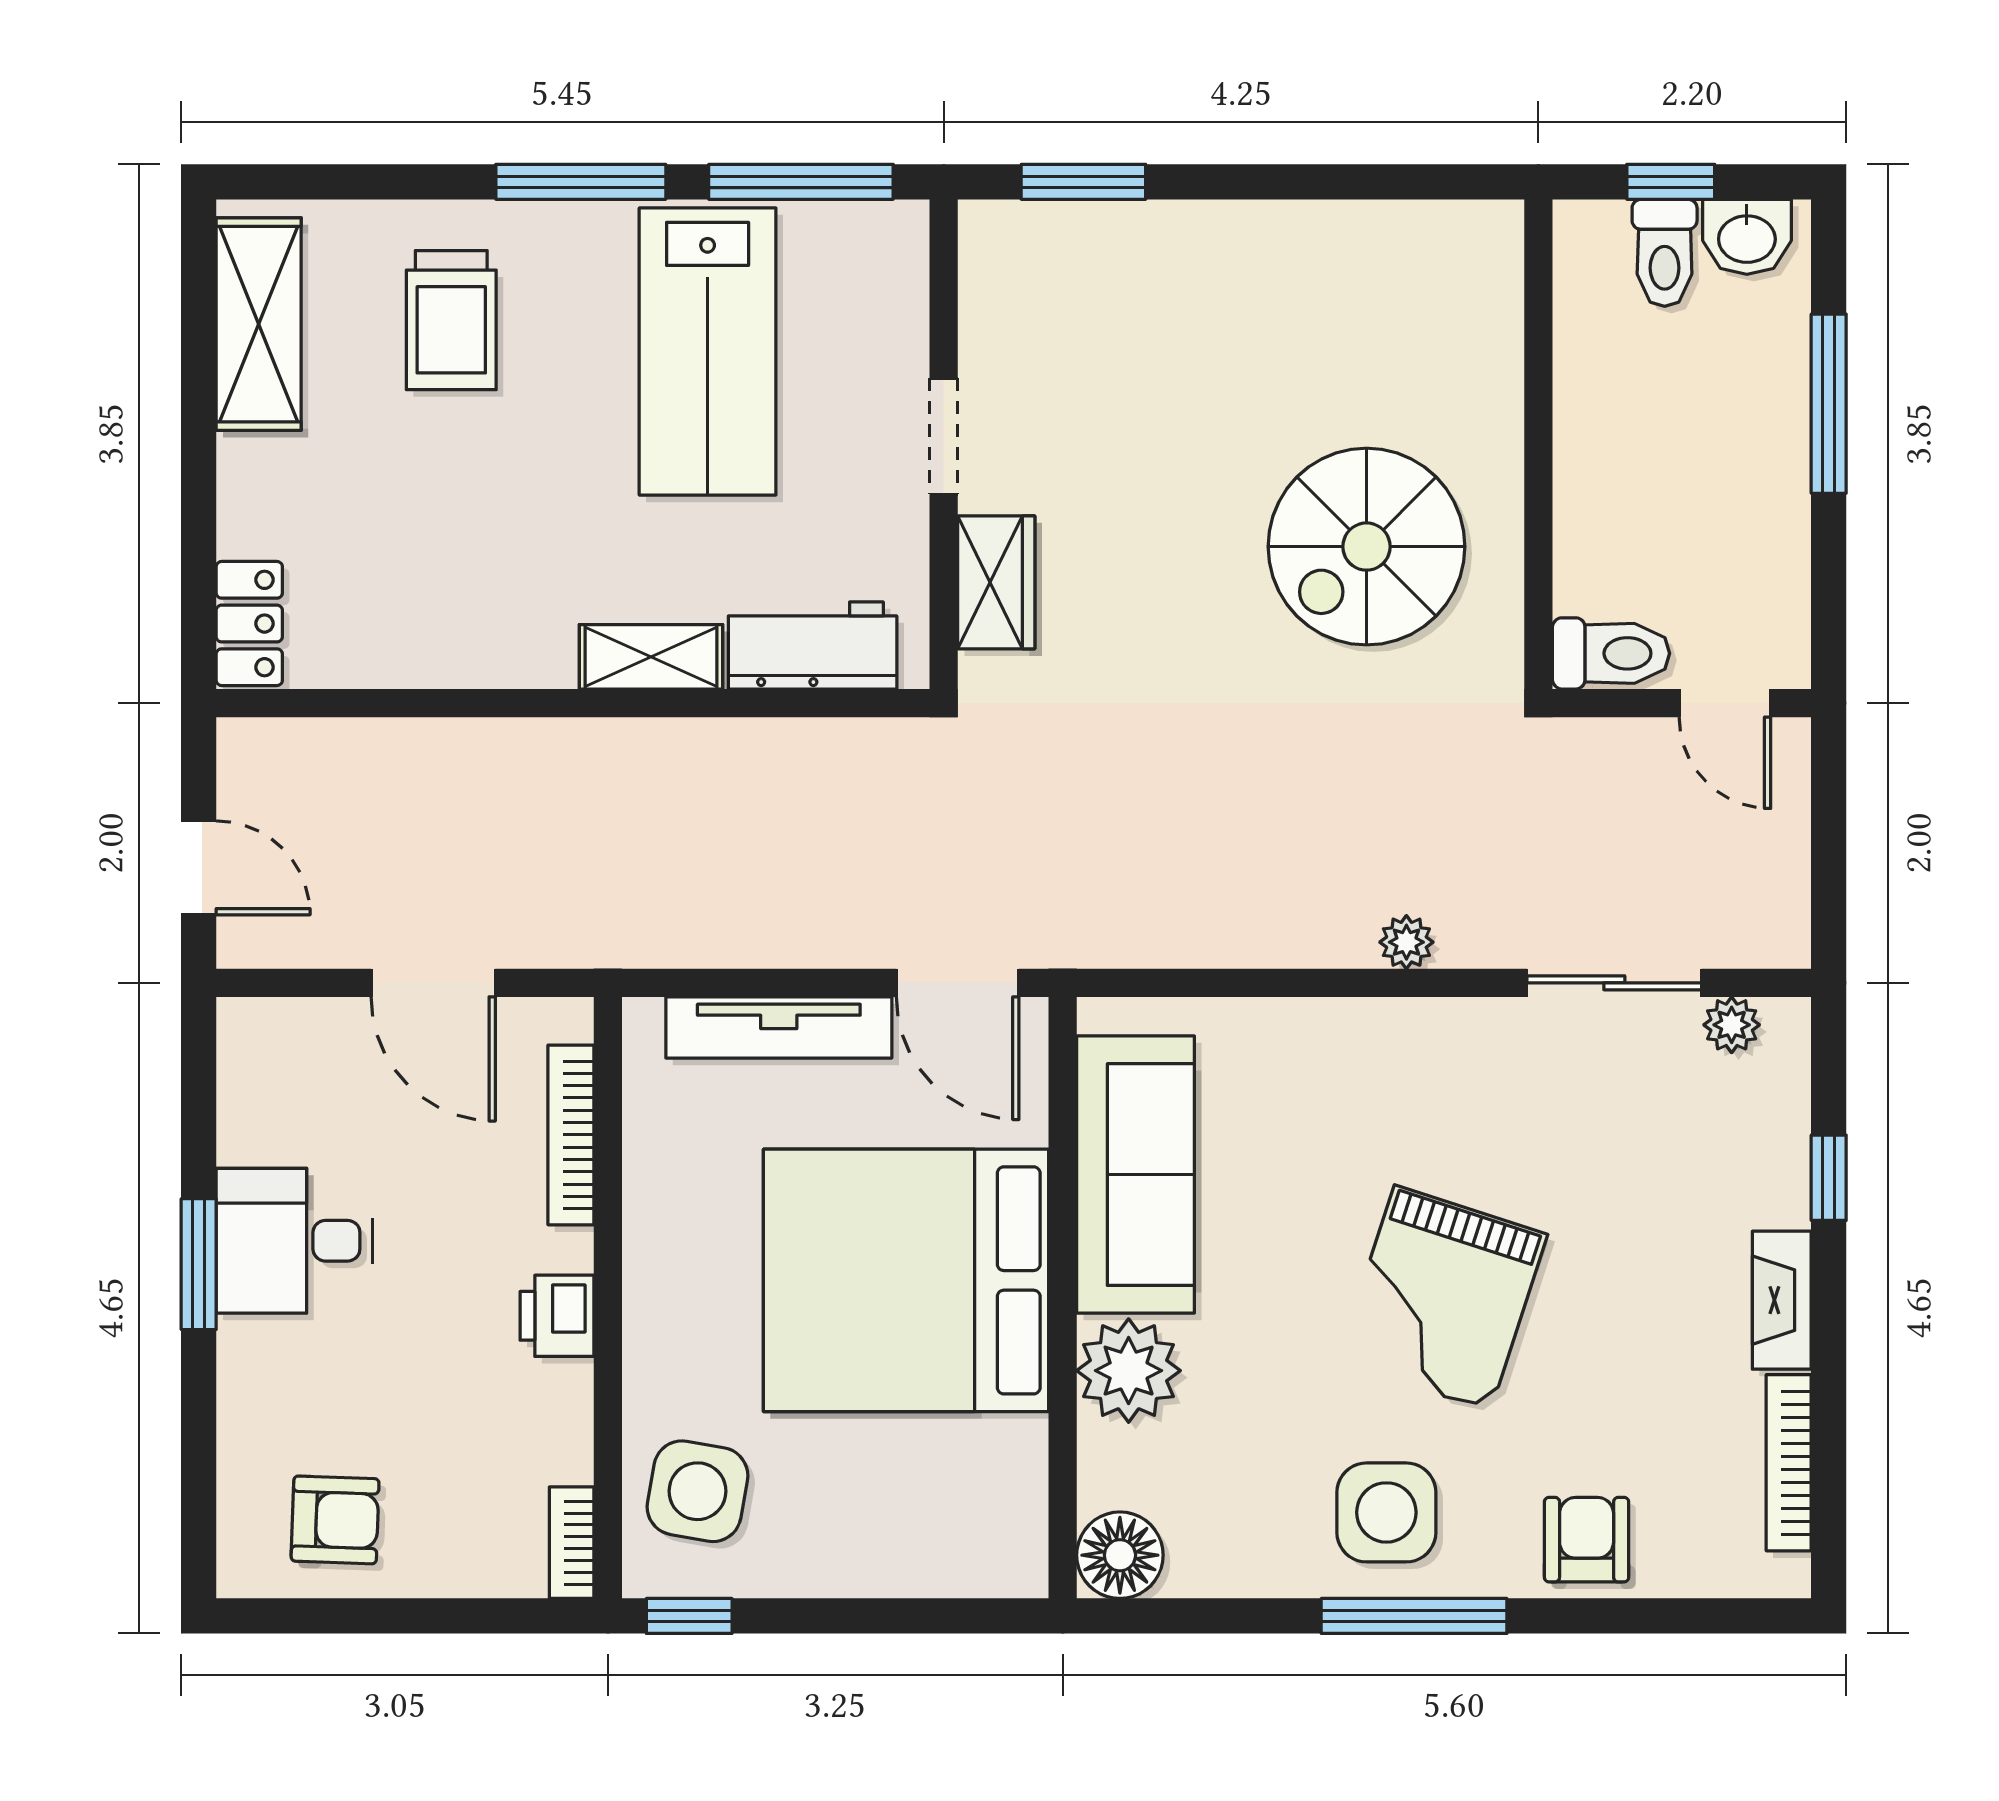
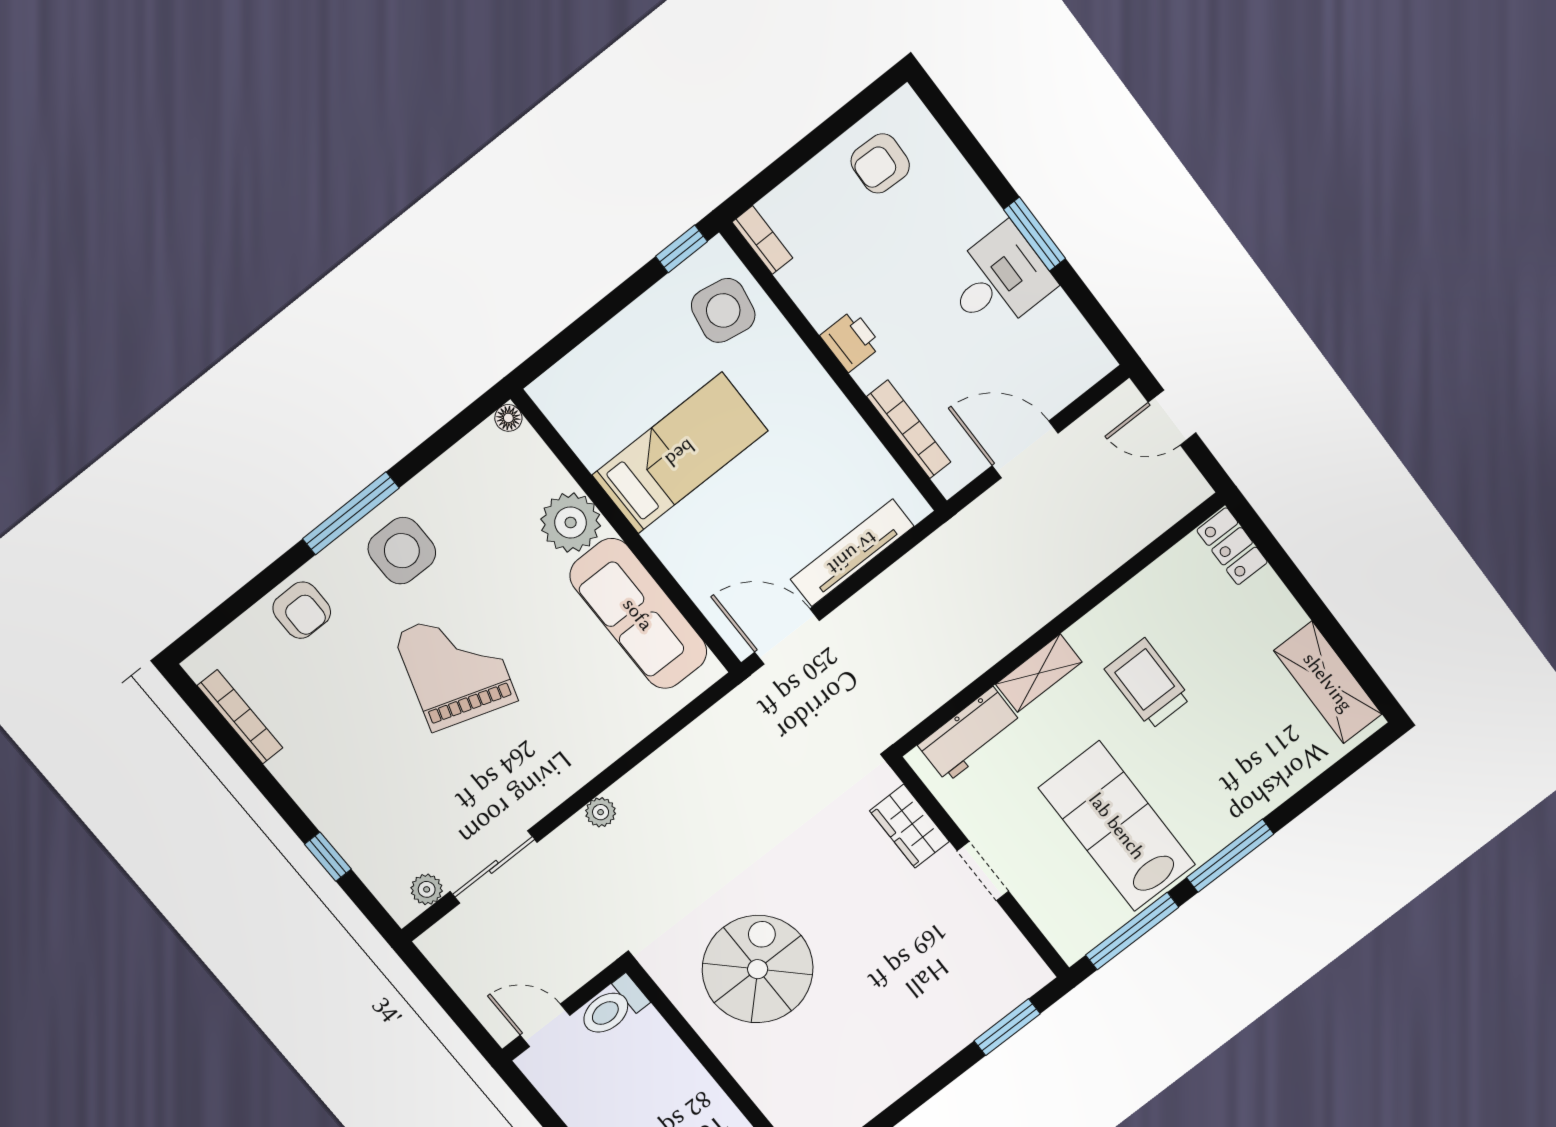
trolley: (451, 320) -> (1148, 684), moved
bed: (906, 1280) -> (680, 453), width x0.49
fireplace: (1782, 1300) -> (304, 786), removed
floor lamp: (1120, 1555) -> (508, 418), width x0.53, depth x0.53

